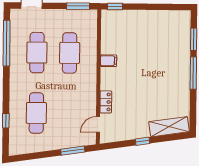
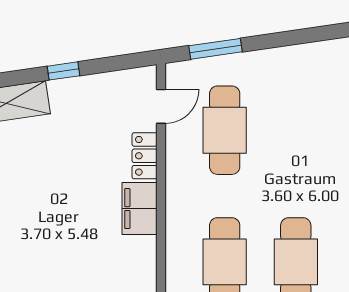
filing cabinet: (109, 61) -> (140, 209), moved, width x2.00
cafe table: (36, 113) -> (225, 130), moved

